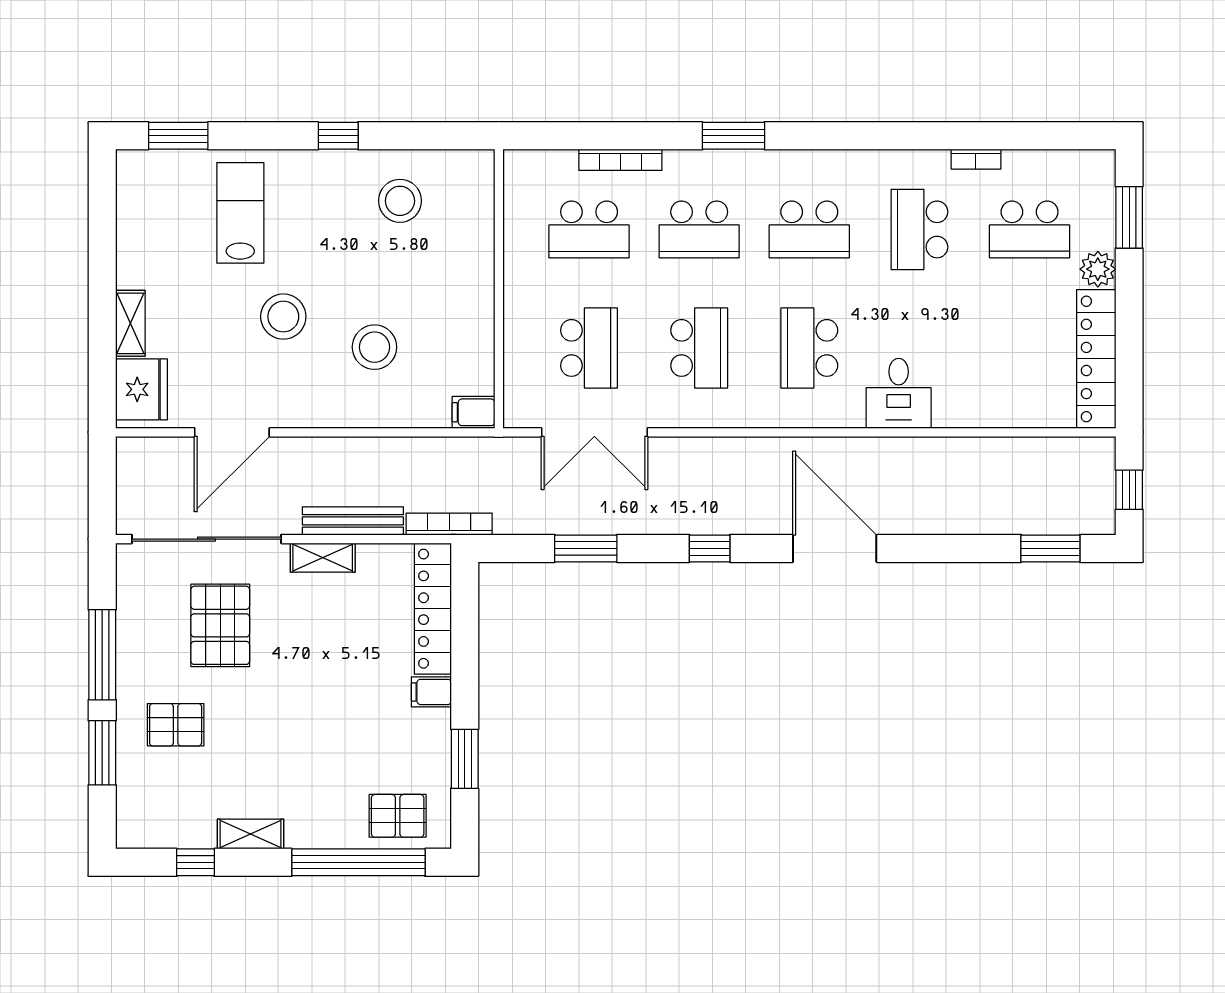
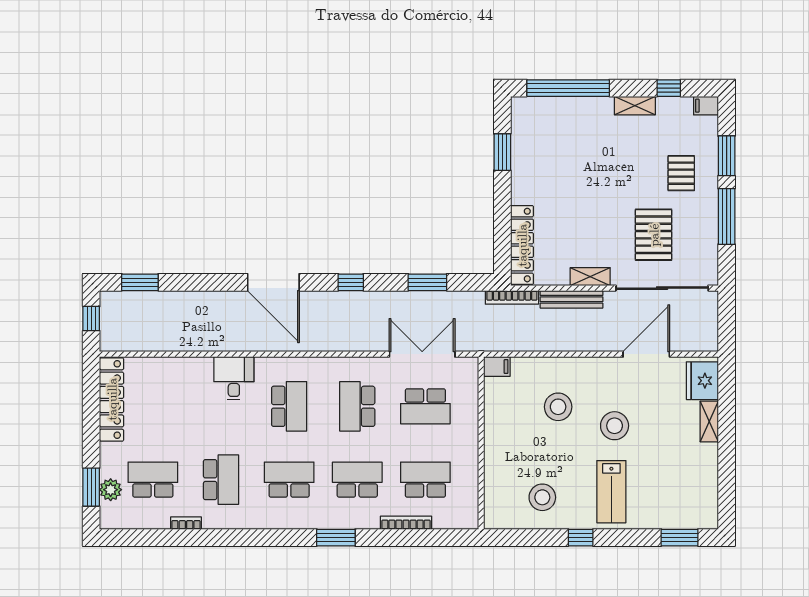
lab bench: (240, 213) -> (611, 492), moved
plant: (1098, 269) -> (111, 490), moved
school desk: (589, 348) -> (425, 406), turned -90
filing cabinet: (431, 692) -> (706, 106), moved, turned 180
pallet: (176, 725) -> (681, 173), turned 90
pallet: (398, 816) -> (544, 117), removed

